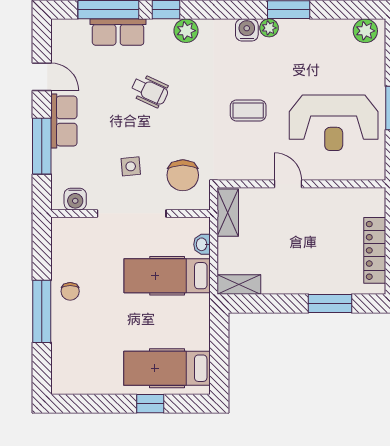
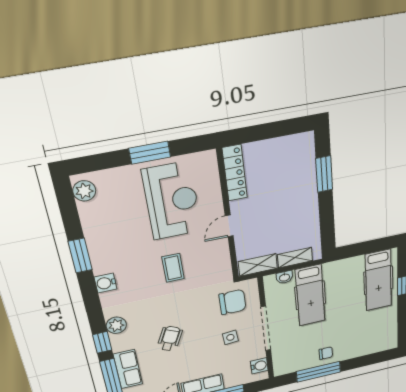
plant: (269, 28) -> (100, 267), removed
locker: (375, 250) -> (235, 173), moved, turned -90
shelving: (239, 285) -> (295, 258), moved, turned 90
window: (42, 311) -> (318, 372), moved

